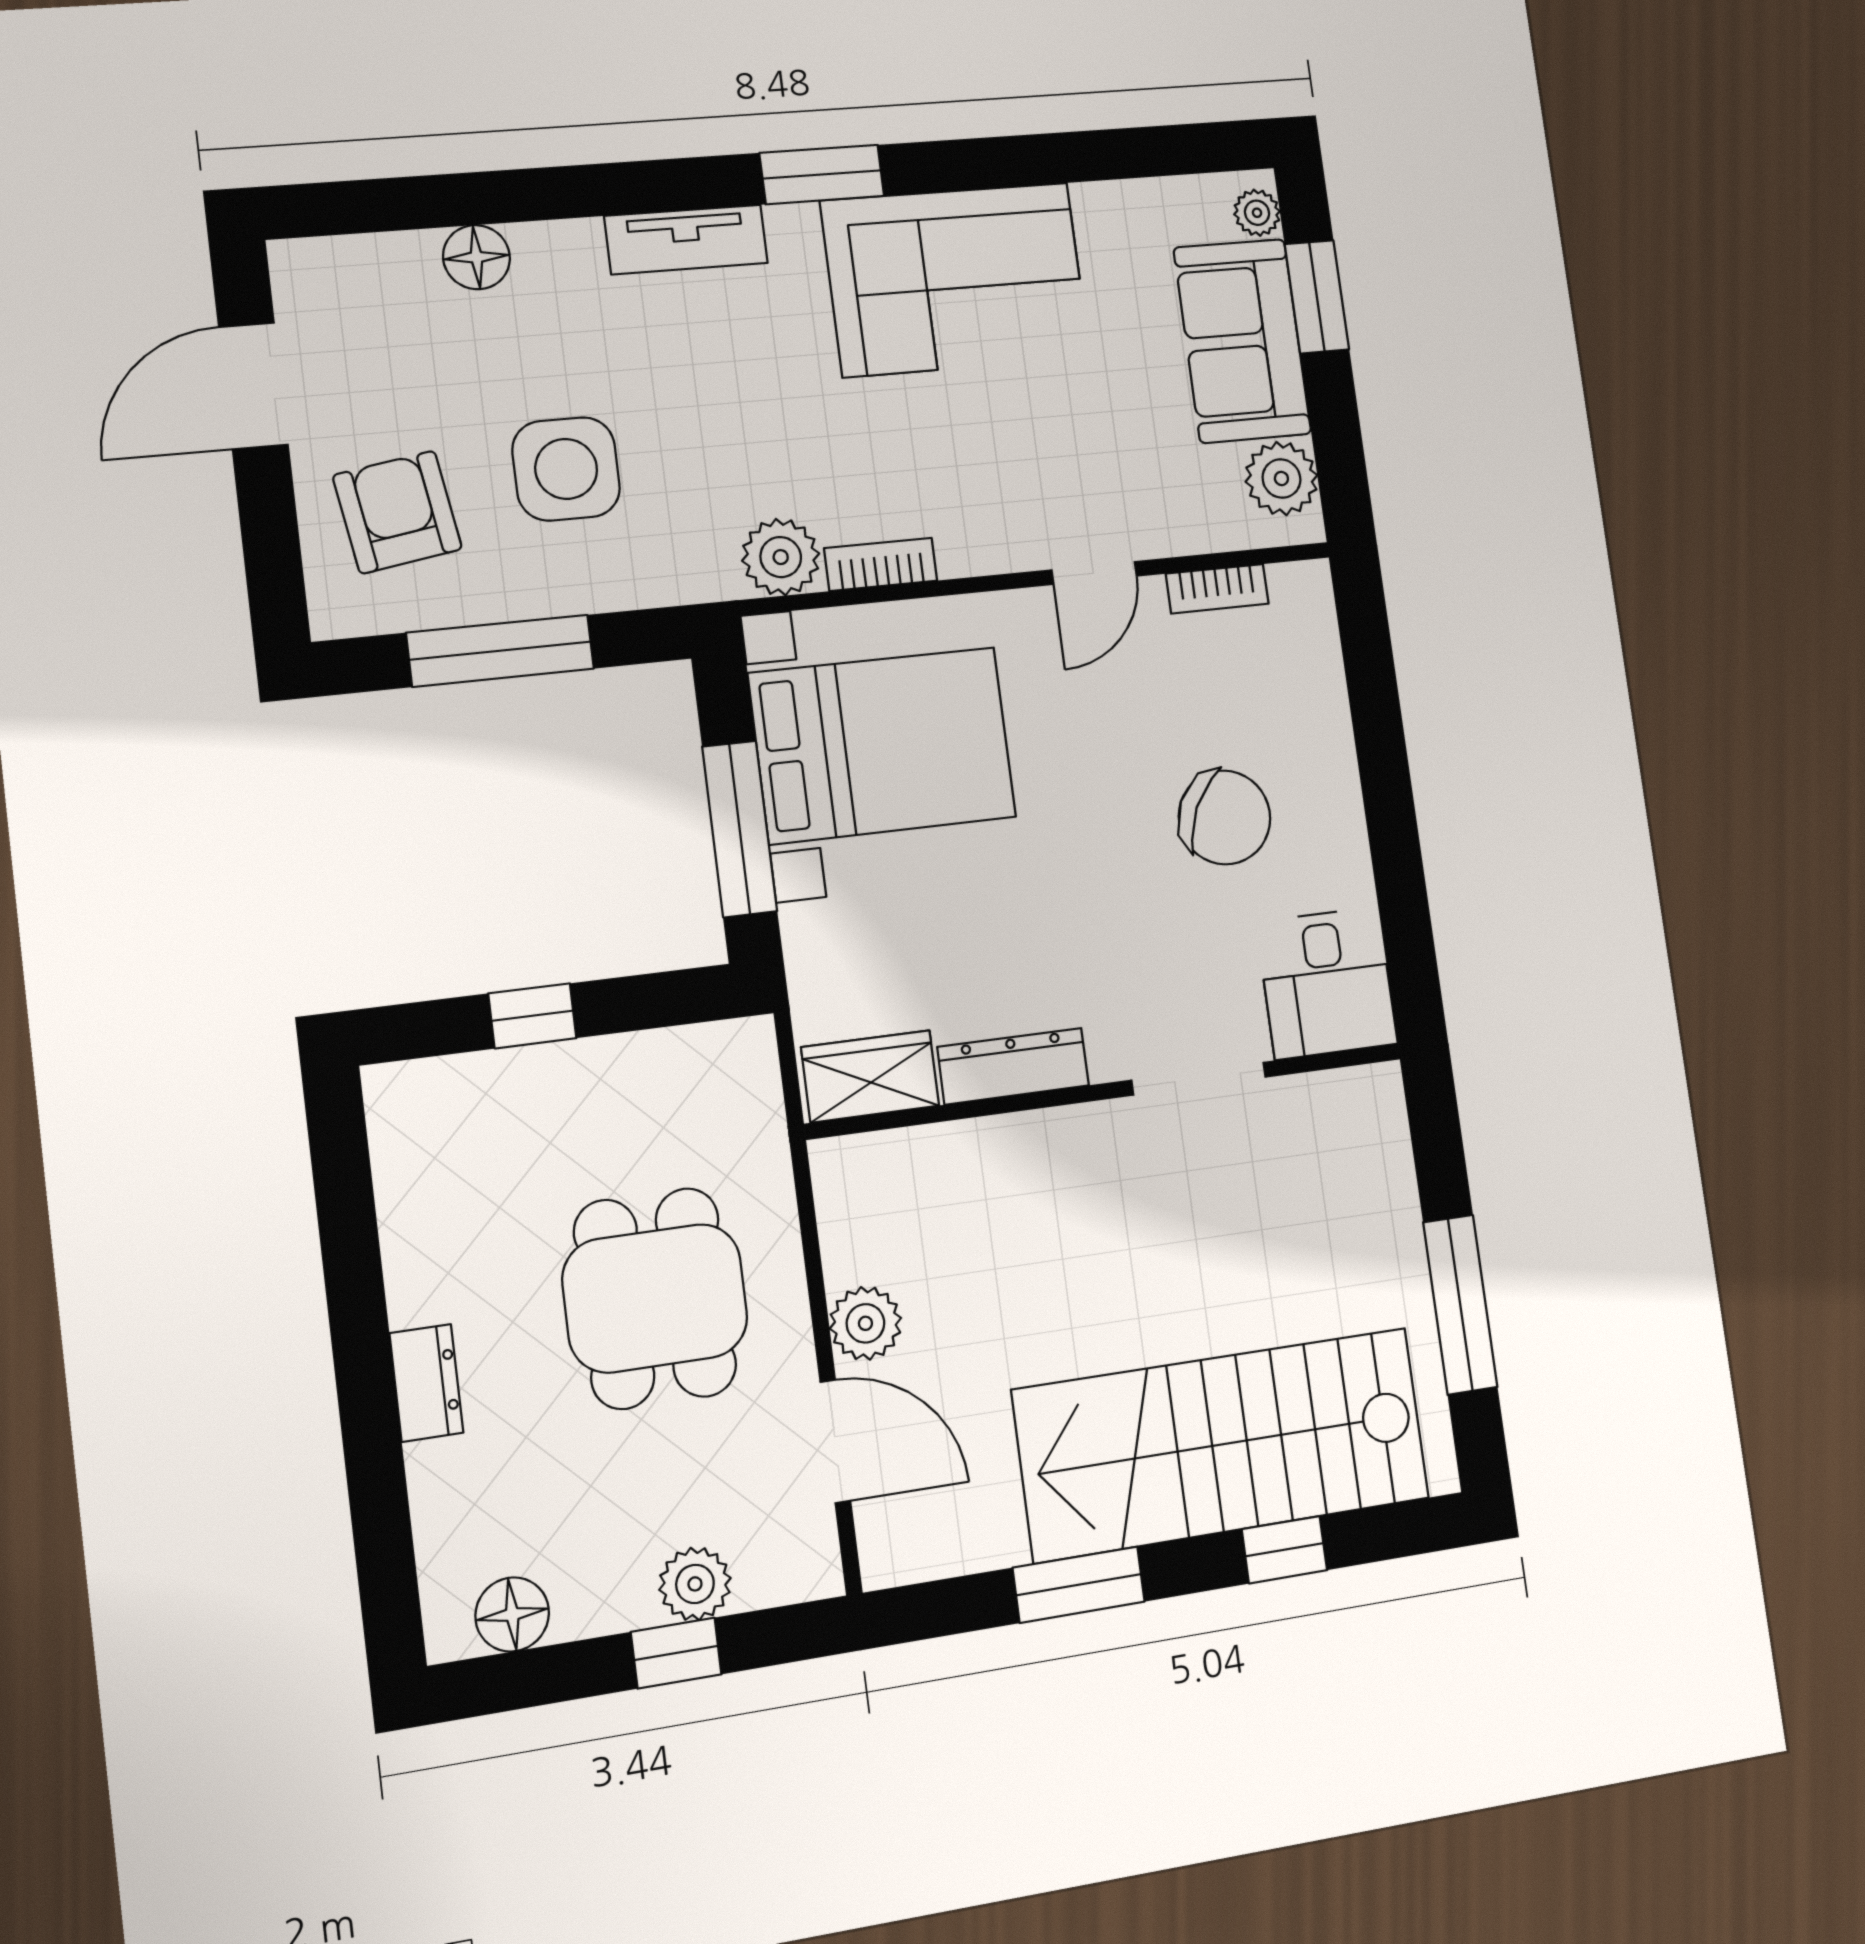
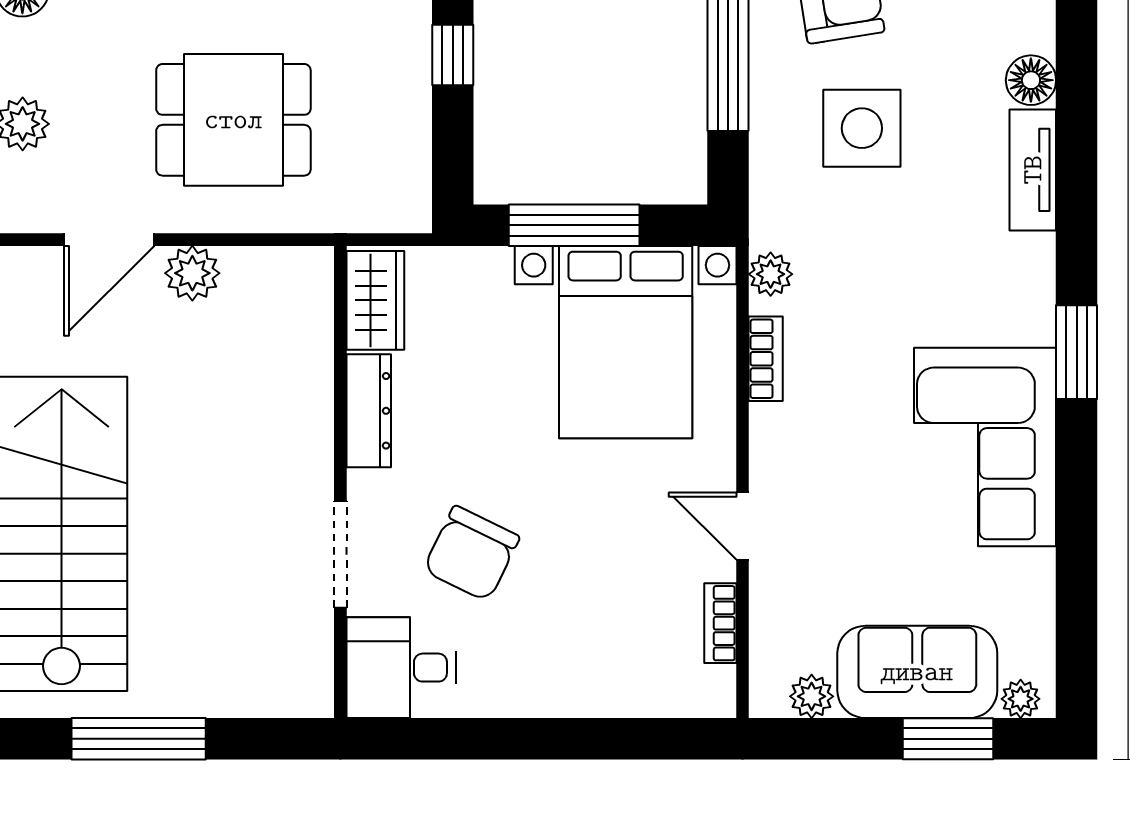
tv unit: (686, 239) -> (1033, 170), moved
plant: (1281, 479) -> (812, 696), width x0.73, depth x0.73
plant: (781, 557) -> (771, 274), width x0.73, depth x0.73
chair: (1225, 817) -> (471, 554), moved

